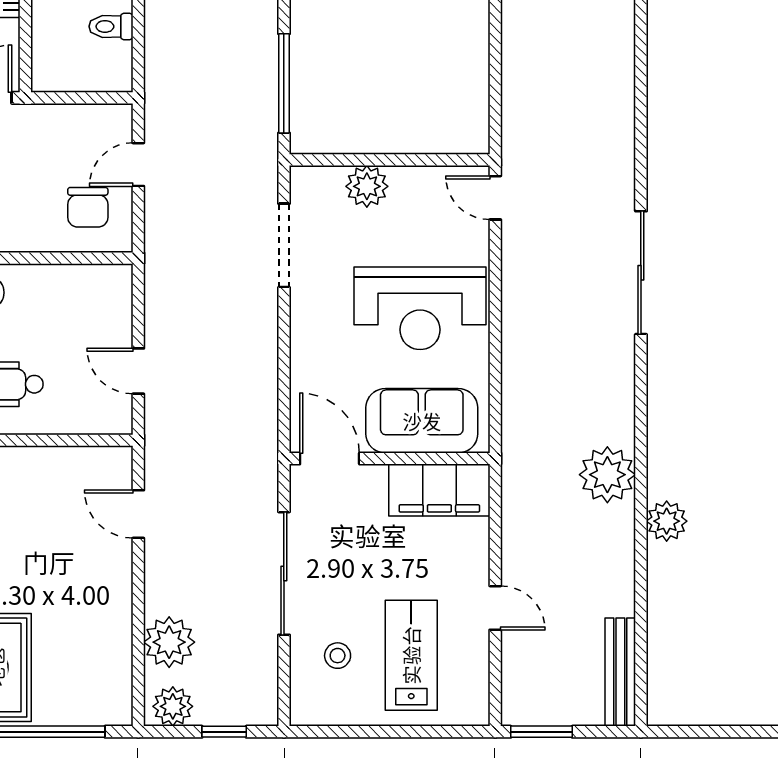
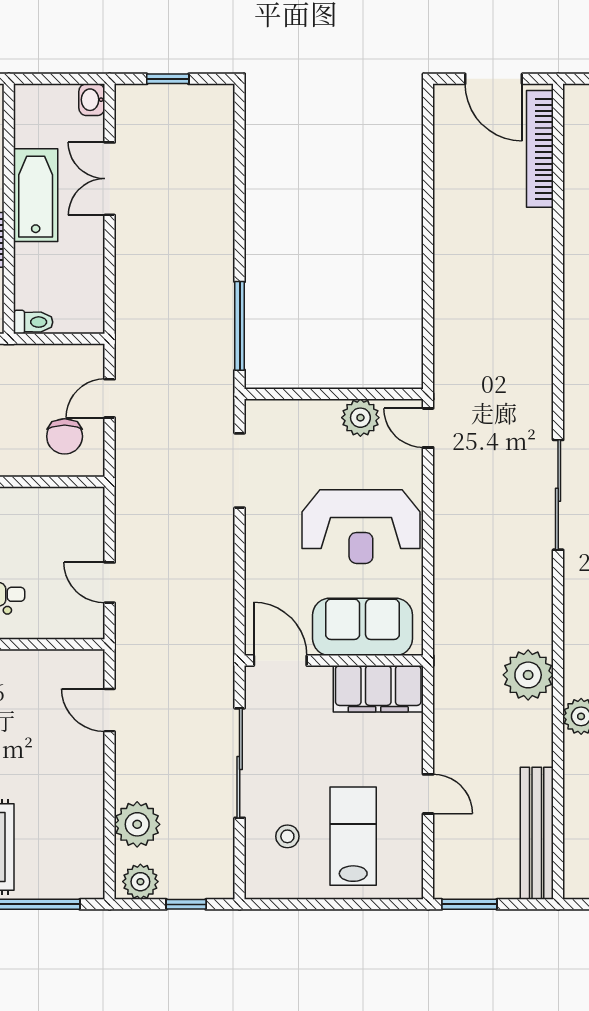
toilet: (111, 26) -> (33, 322), moved, turned 180
plant: (367, 186) -> (360, 418), moved
bench: (620, 672) -> (537, 833), width x1.37, depth x1.21

